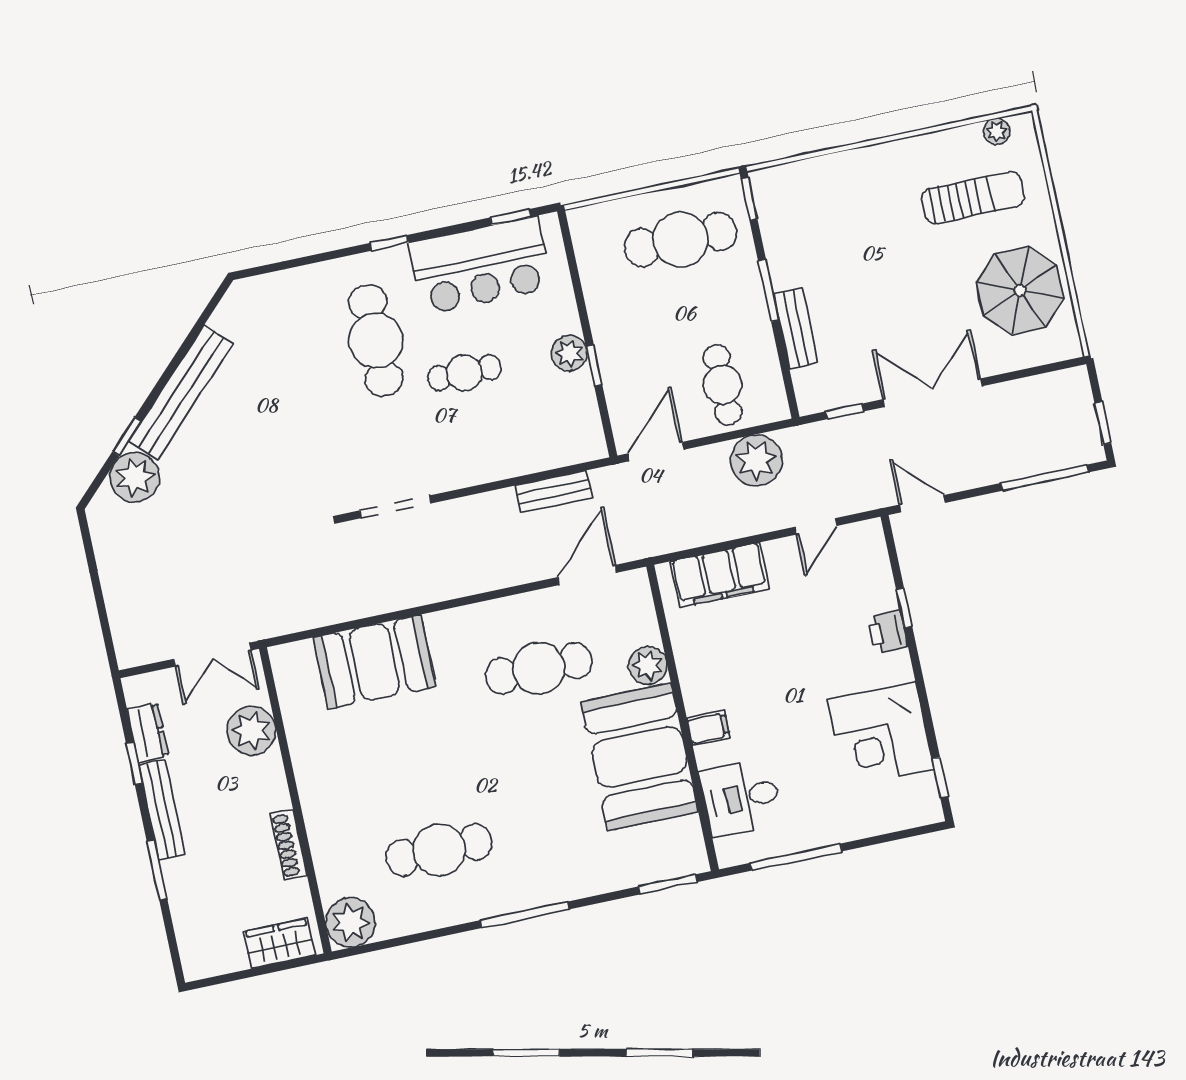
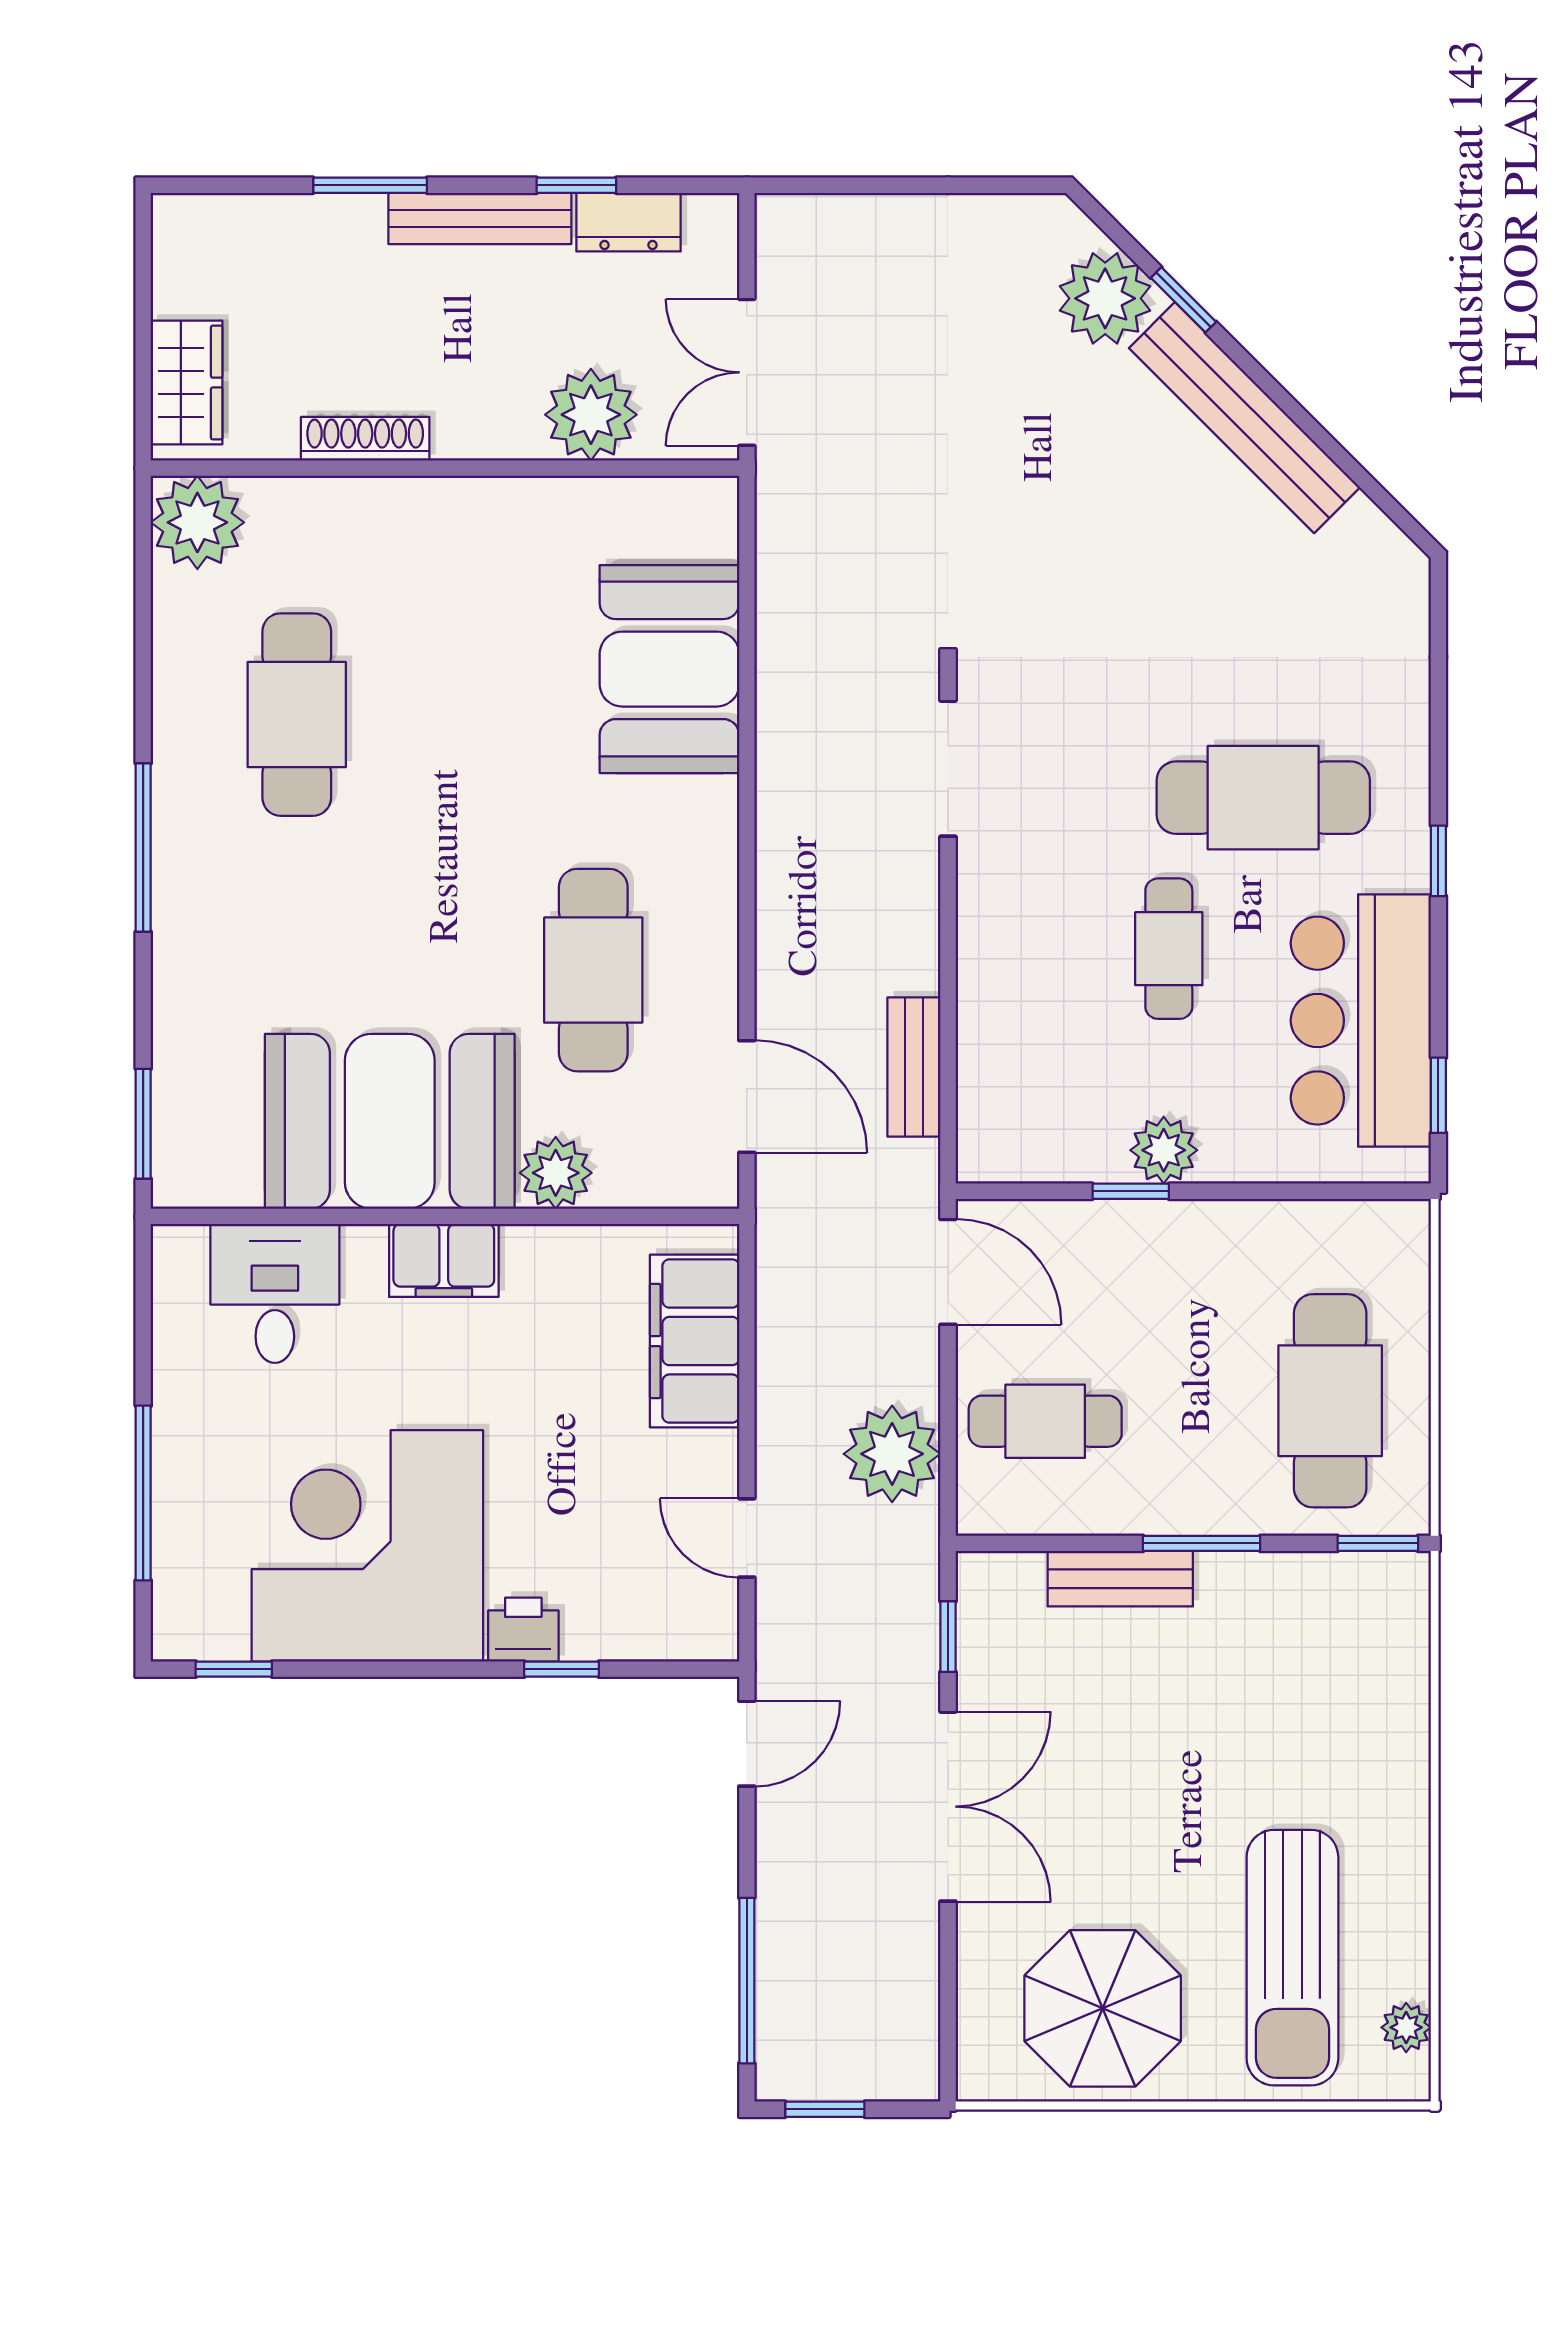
sun lounger: (973, 198) -> (1292, 1958), width x1.36, depth x1.34
filing cabinet: (708, 728) -> (444, 1260), width x2.00
corner desk: (881, 734) -> (367, 1546), width x1.36, depth x1.36
window: (796, 857) -> (143, 1493), moved

